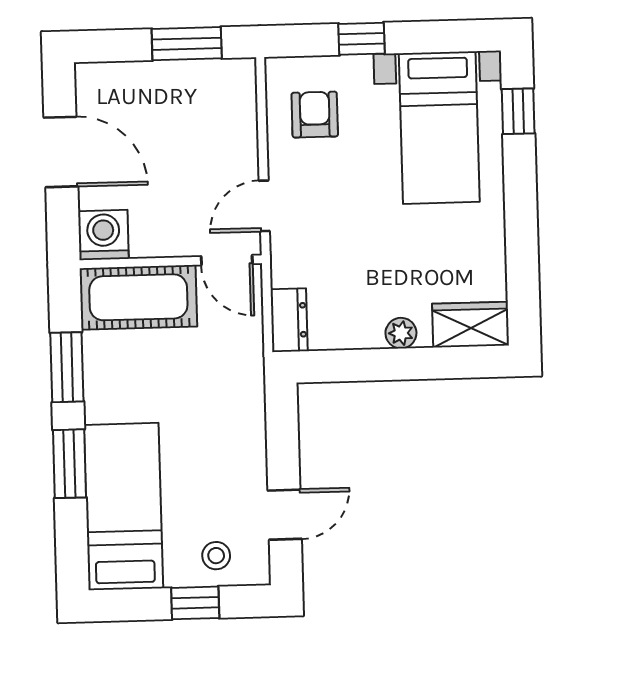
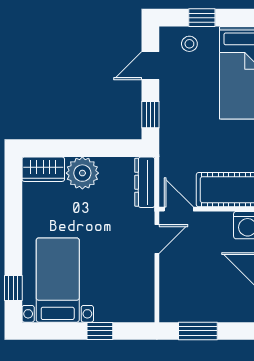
armchair: (315, 115) -> (127, 289), removed
dresser: (289, 320) -> (145, 182), width x1.44
plant: (401, 333) -> (82, 173), width x1.88, depth x1.88
window: (282, 427) -> (150, 115), added

